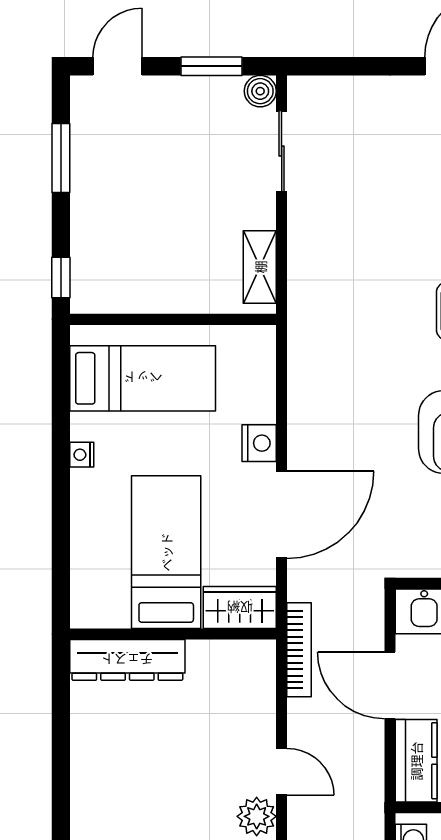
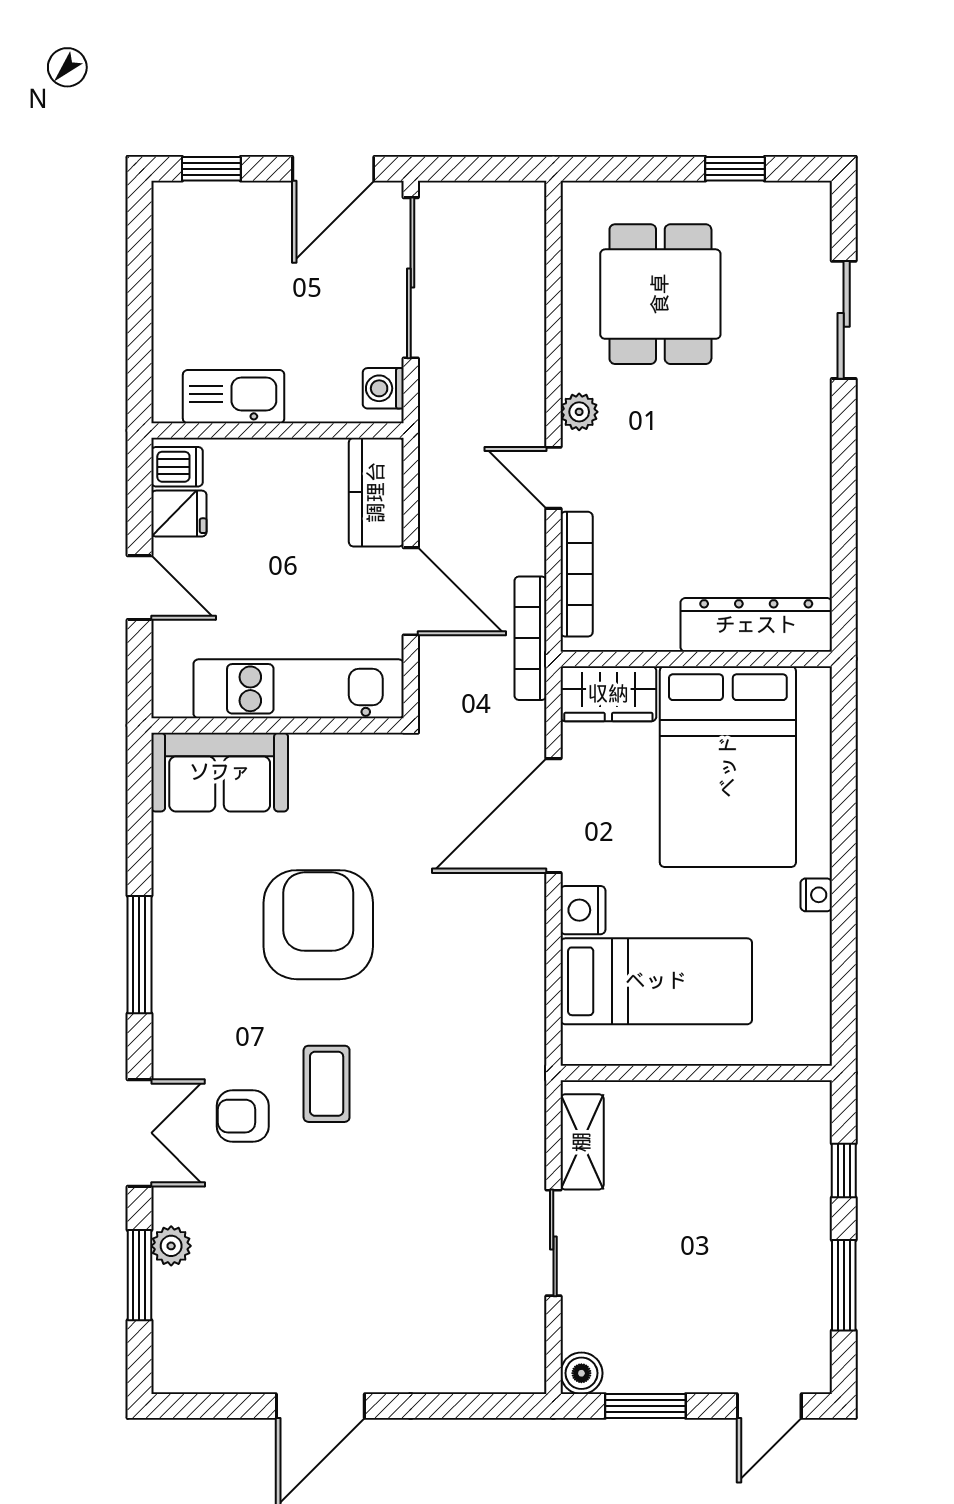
sliding door: (282, 151) -> (553, 1243), moved
window: (61, 278) -> (844, 1170), moved
bed: (143, 378) -> (656, 981), moved, turned 180
bed: (166, 552) -> (728, 767), width x1.50
bookcase: (264, 698) -> (577, 574), added
plant: (257, 816) -> (579, 412), width x0.73, depth x0.73

